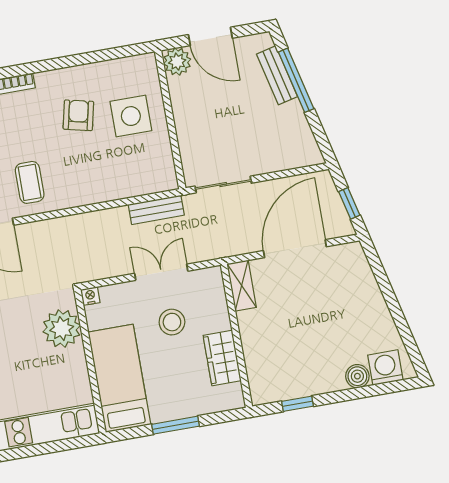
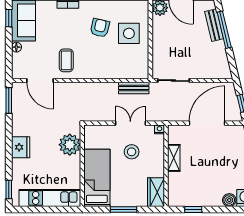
shelving: (242, 286) -> (174, 158), moved
nightstand: (90, 296) -> (159, 129), moved
wardrobe: (222, 358) -> (156, 192), moved

